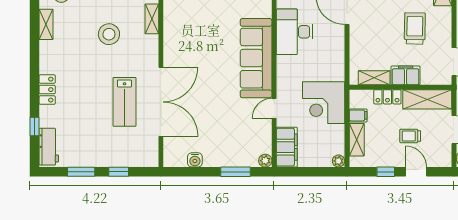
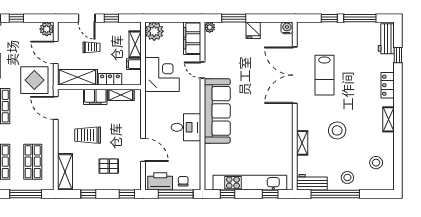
shelving: (46, 24) -> (388, 119), moved
trolley: (415, 28) -> (88, 135), turned 89
desk: (294, 32) -> (186, 127), width x0.73
lab bench: (125, 102) -> (324, 75), turned 180
door: (274, 108) -> (202, 70), swing flipped
fridge: (212, 157) -> (253, 30), added
water cooler: (195, 160) -> (287, 28), moved
plant: (339, 161) -> (154, 31), width x1.88, depth x1.88
window: (81, 172) -> (360, 18), width x1.44

